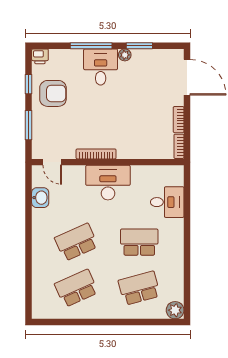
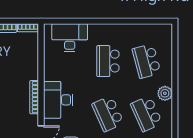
desk: (108, 183) -> (58, 100), moved
desk: (167, 202) -> (70, 38), width x1.37
plant: (175, 310) -> (165, 93), moved

